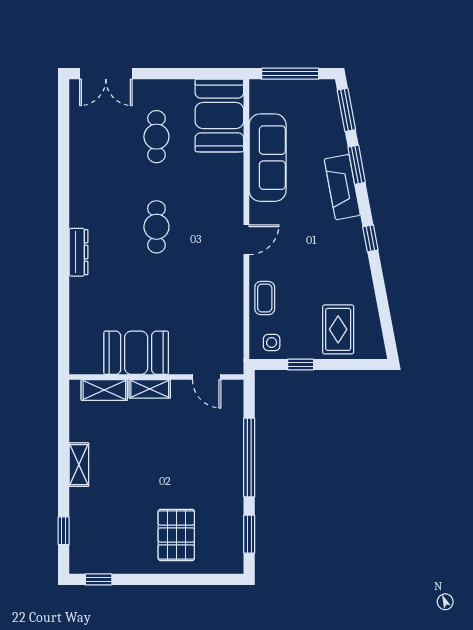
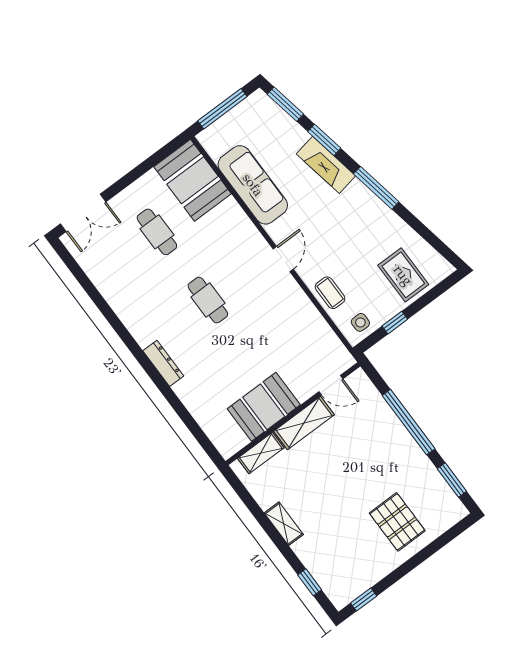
window: (370, 238) -> (376, 188), width x2.17
shelving: (150, 389) -> (304, 423), width x1.50, depth x1.33

